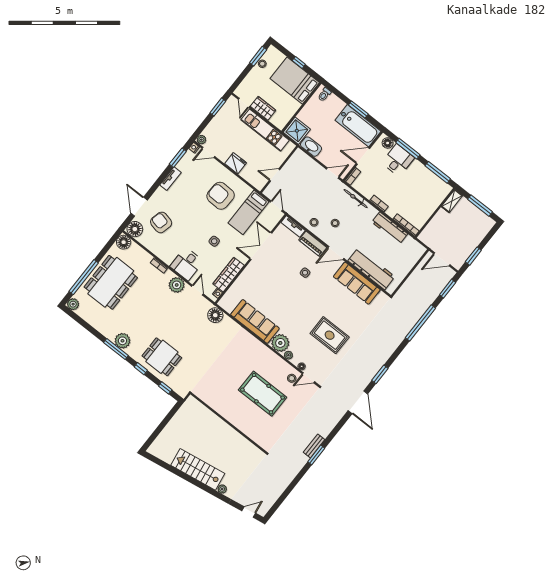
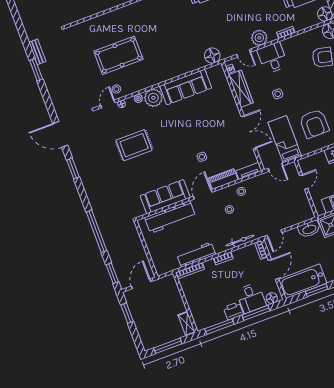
printer: (418, 169) -> (233, 311), added
armchair: (221, 196) -> (314, 124), turned 88
bench: (314, 446) -> (37, 52), moved

